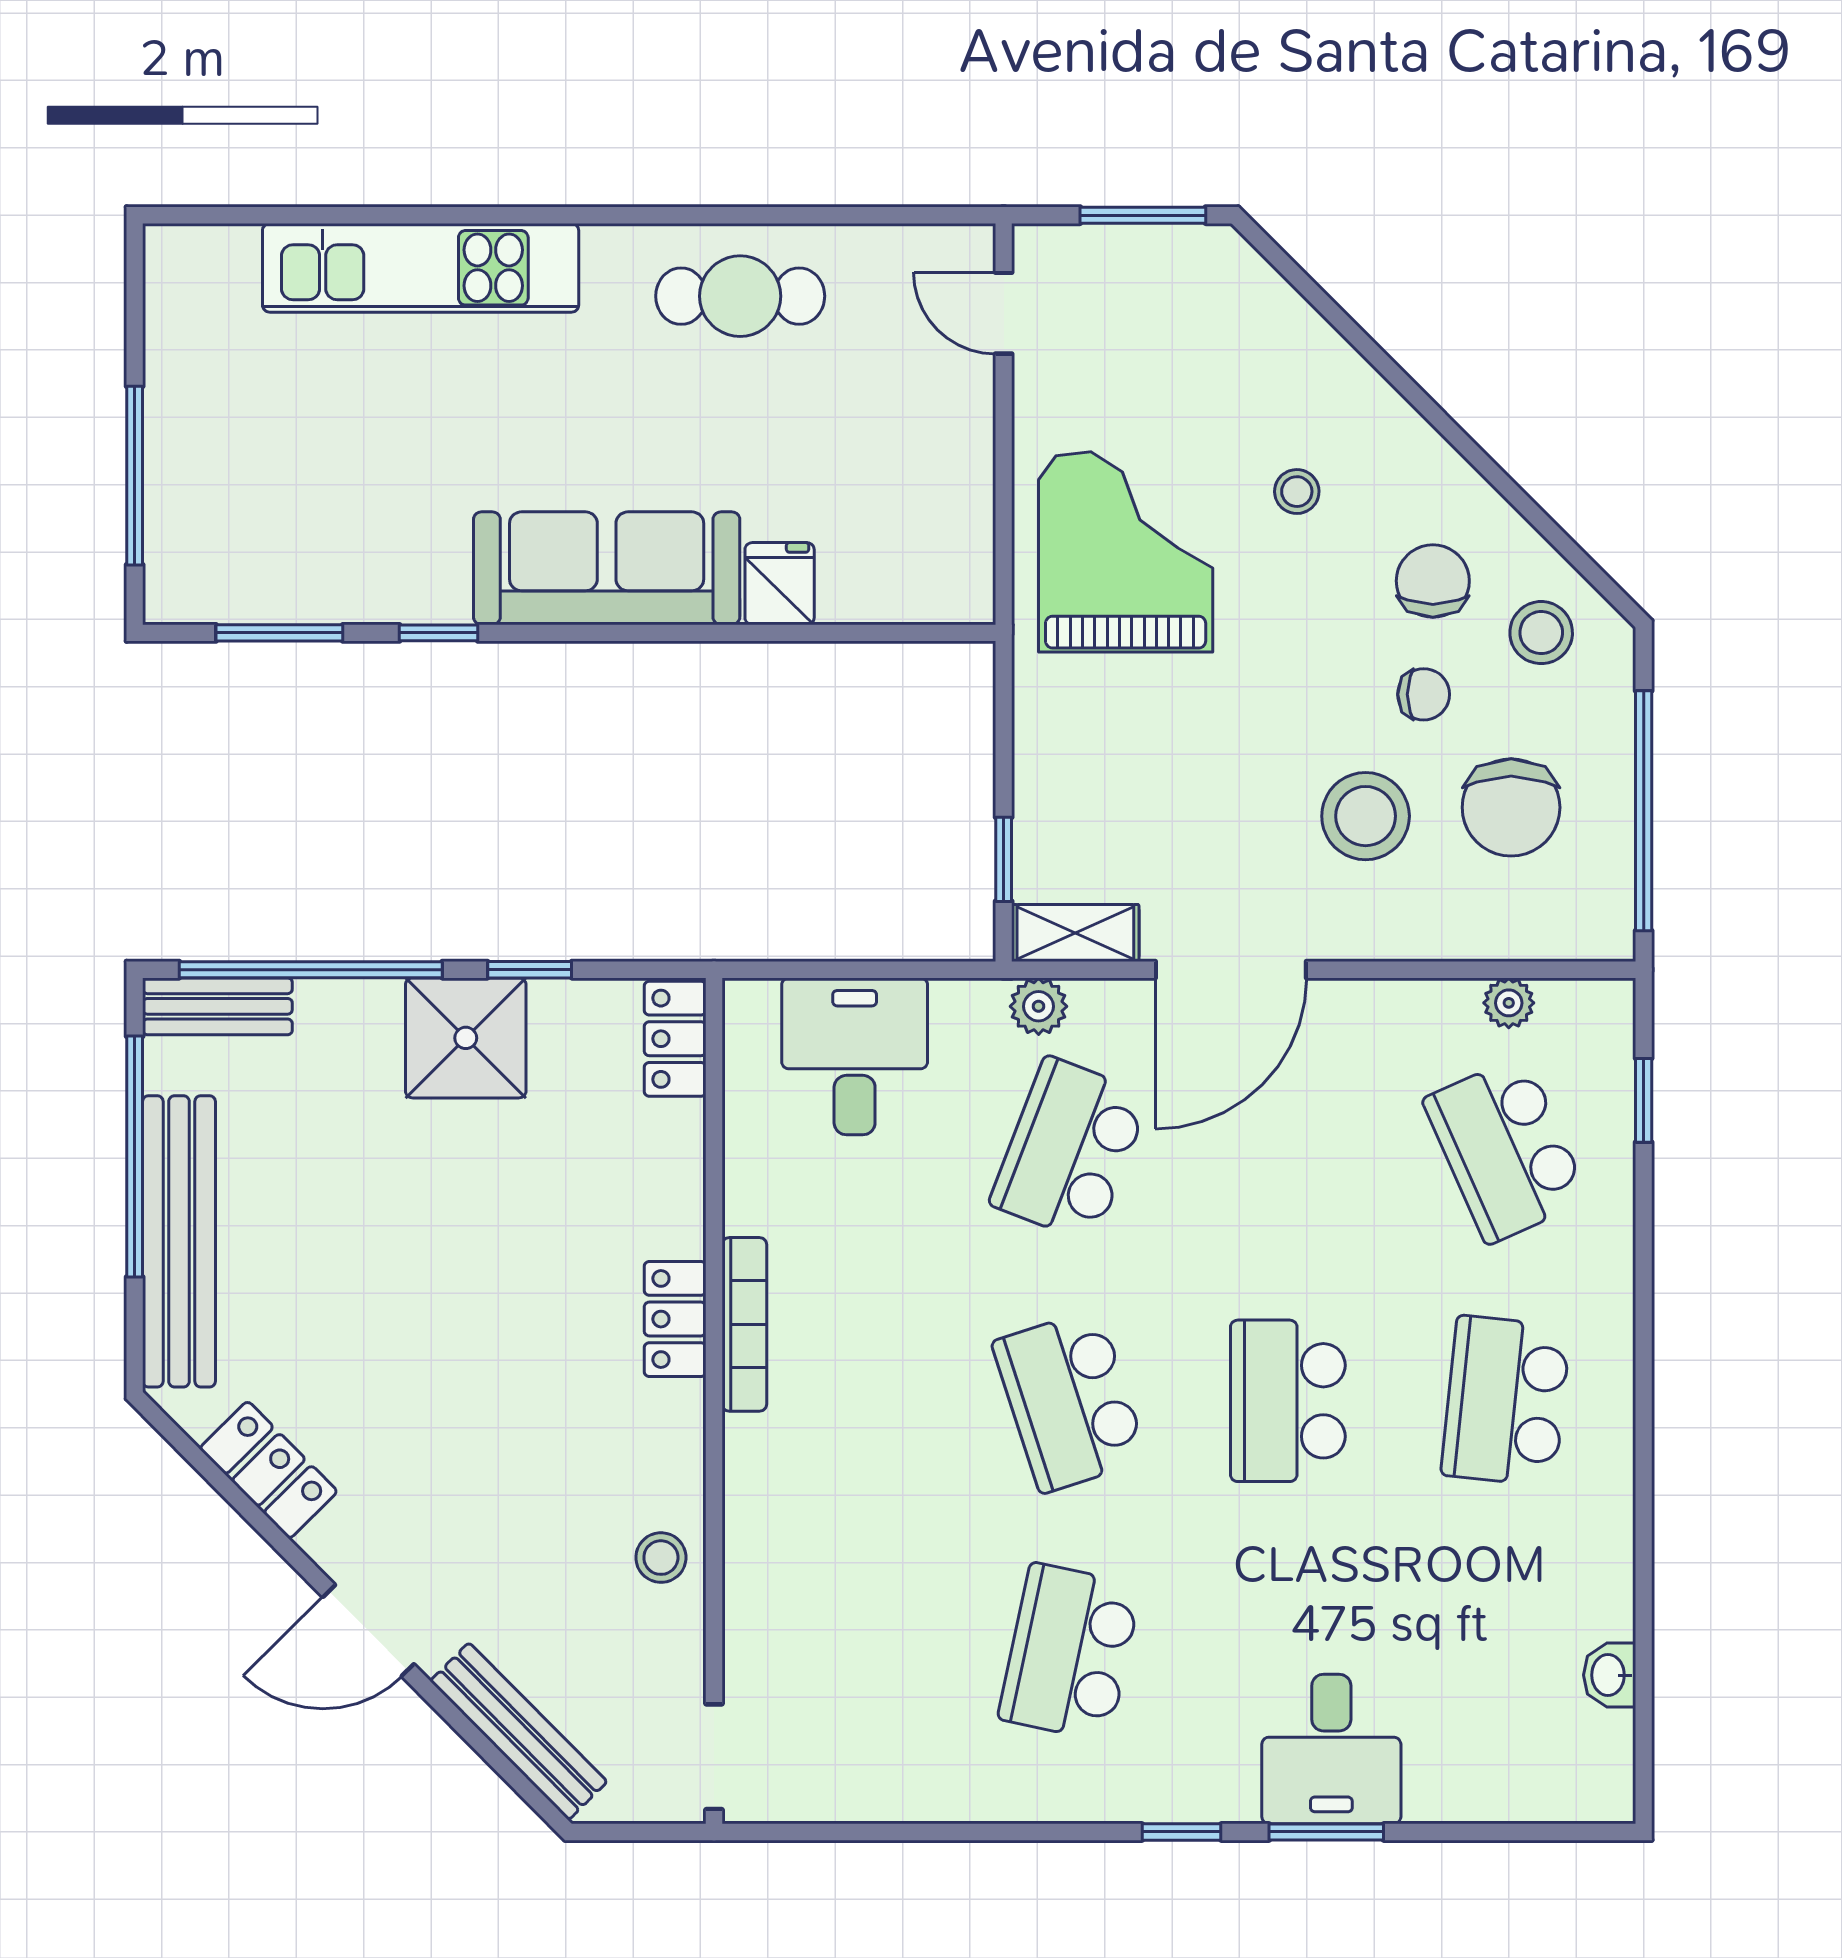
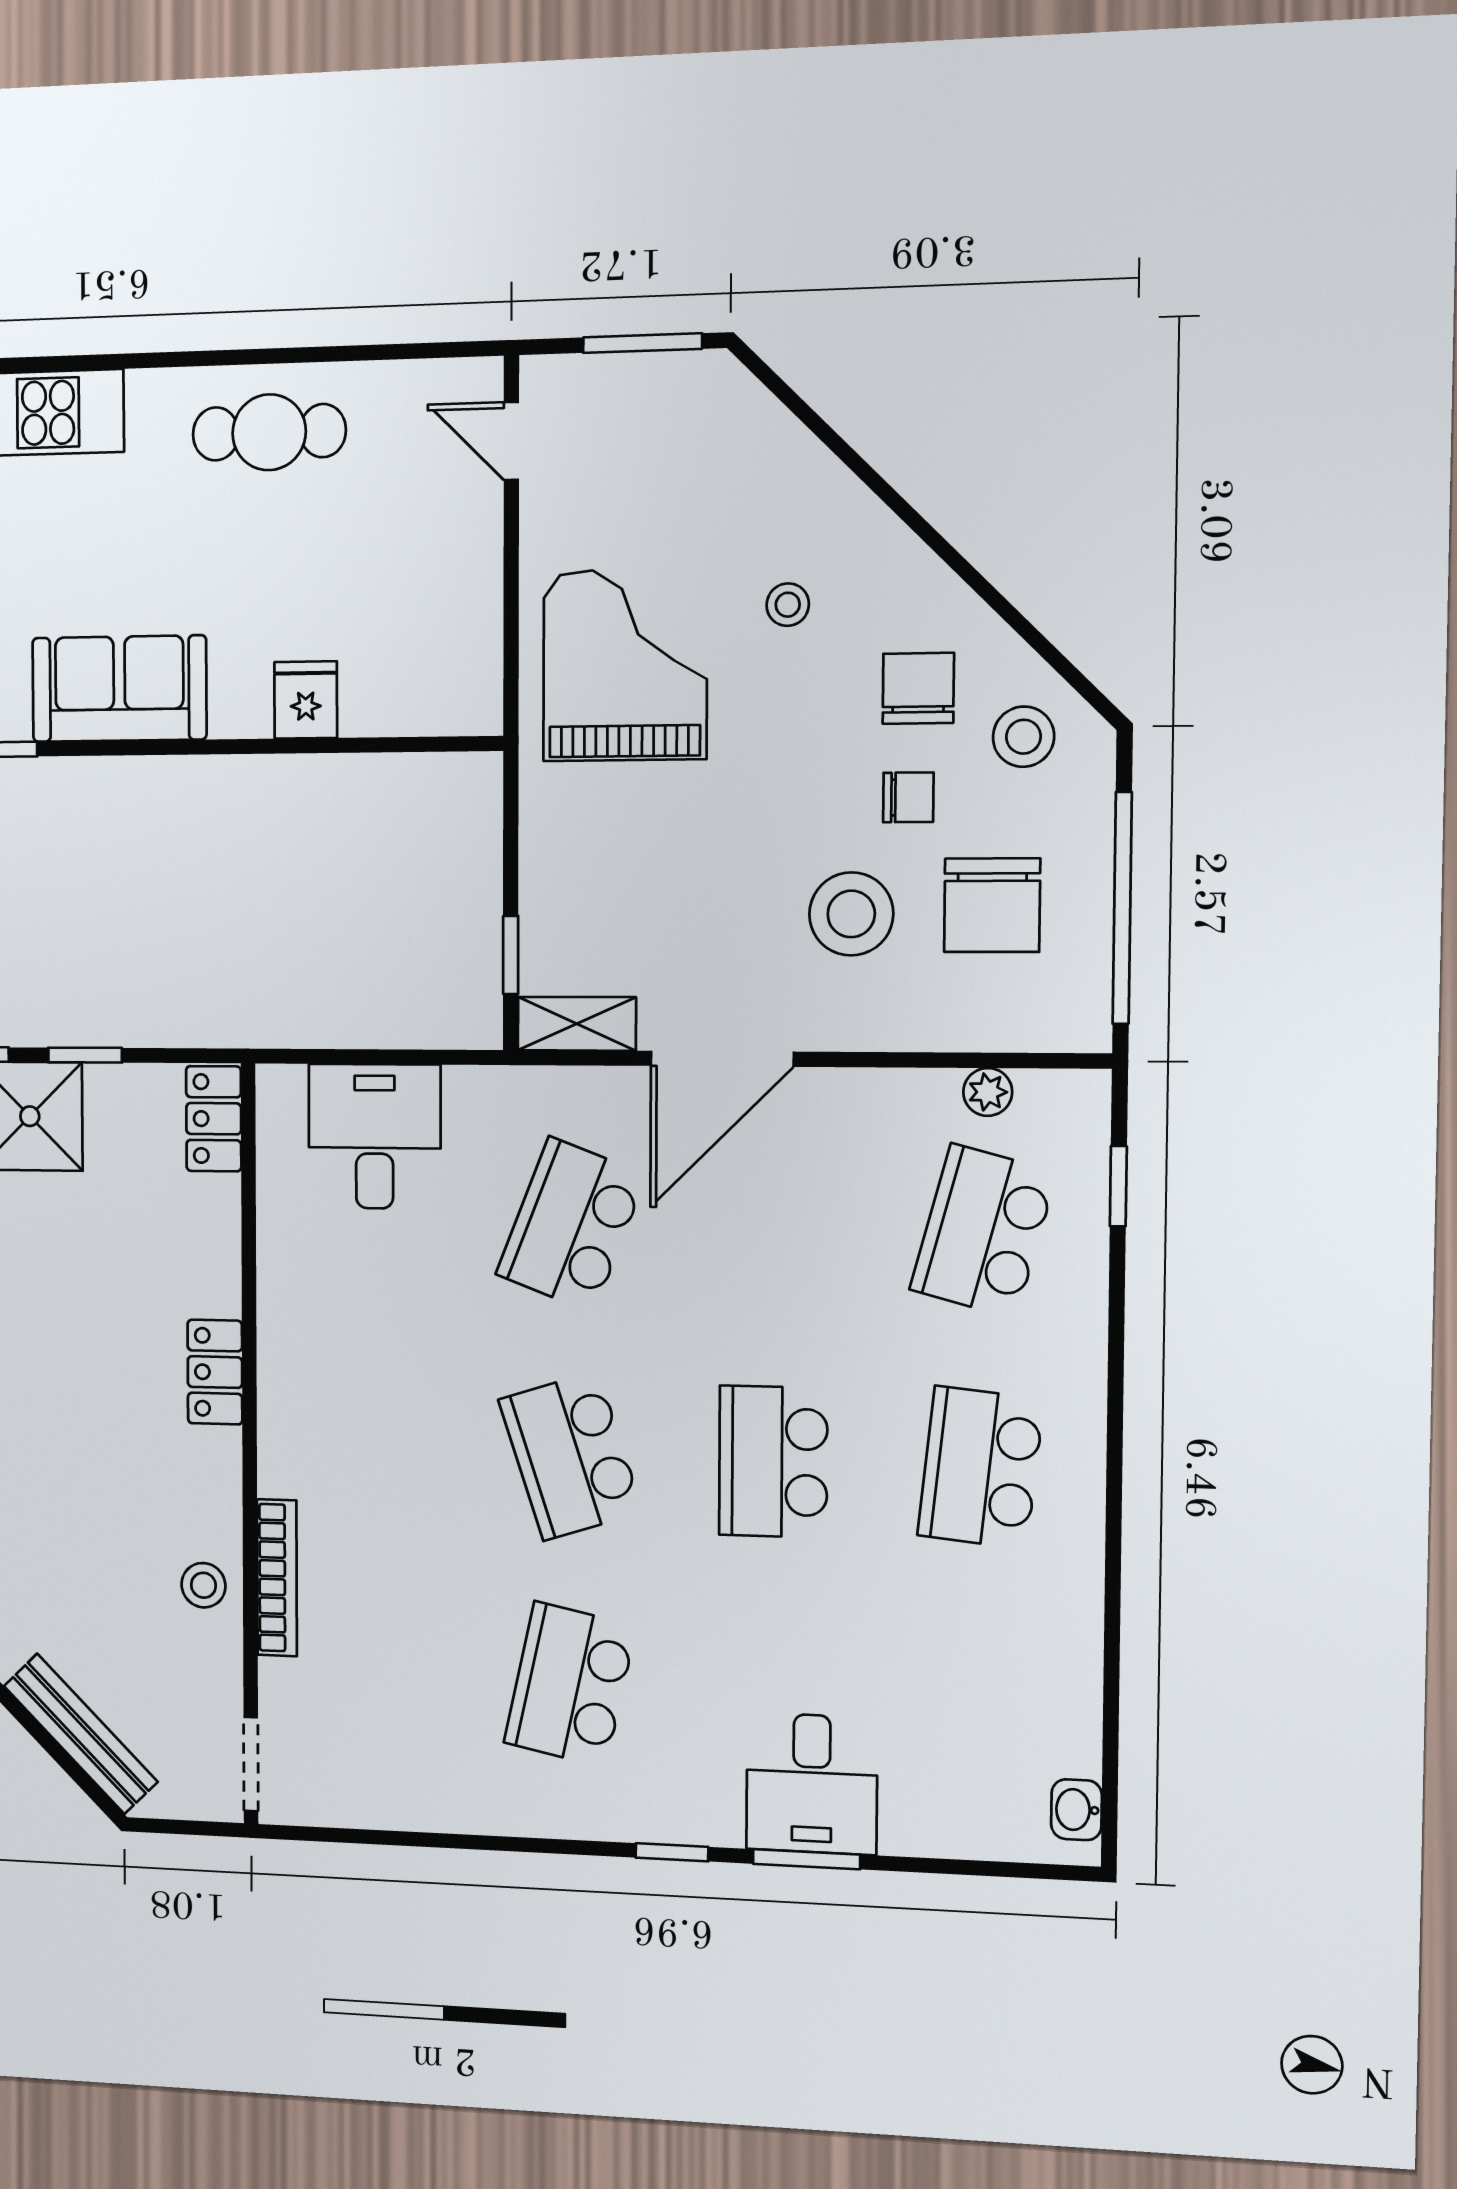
sofa: (607, 568) -> (119, 689), width x0.73
plant: (1039, 1006) -> (543, 1092), removed
school desk: (1506, 1150) -> (983, 1231), turned 39
bookcase: (744, 1324) -> (277, 1578), moved
washbasin: (1610, 1675) -> (1076, 1810), moved

